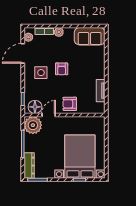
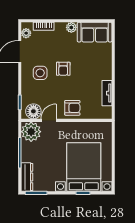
plant: (59, 32) -> (71, 27), moved
armchair: (70, 104) -> (72, 108), turned 180

